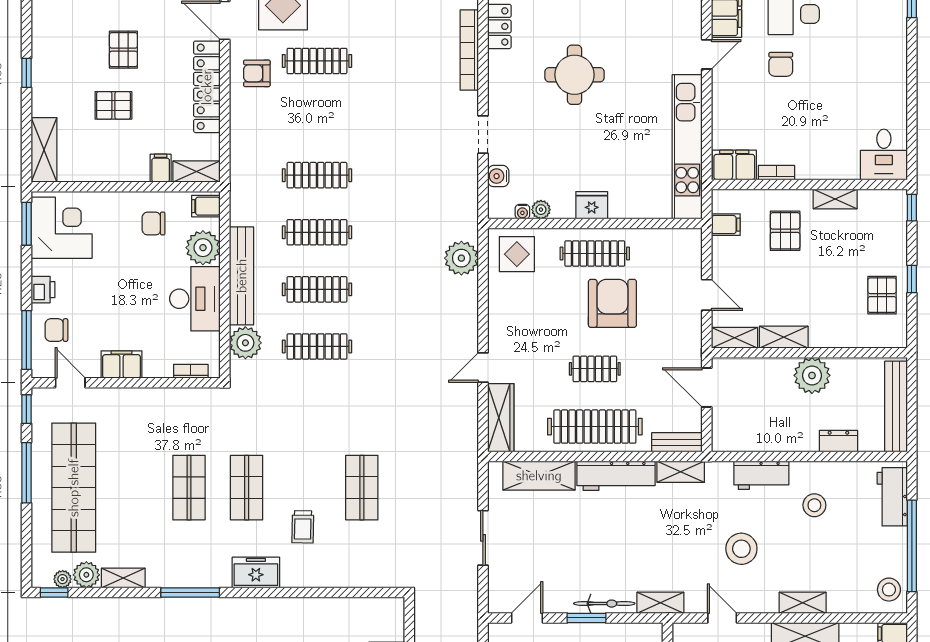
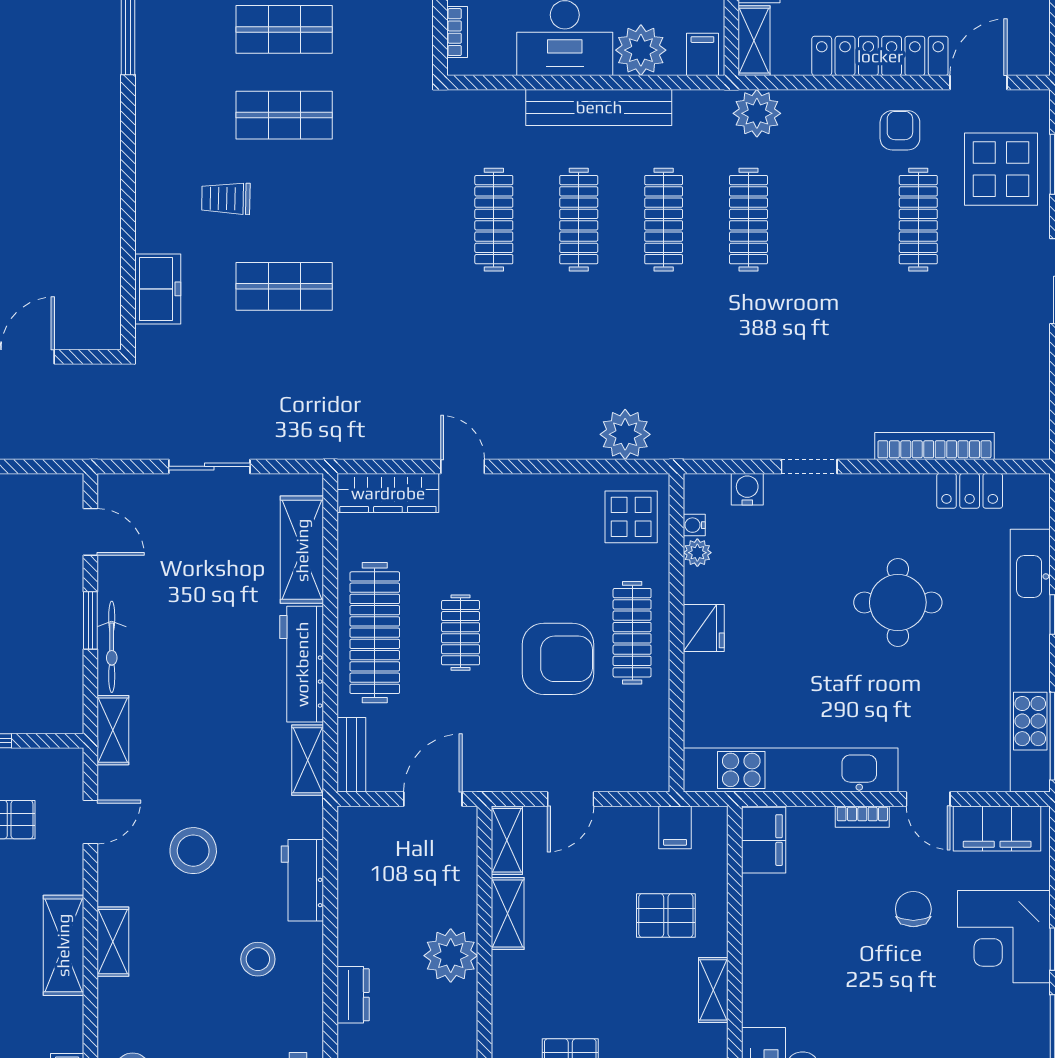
chair: (781, 64) -> (913, 909), turned 90
bookcase: (776, 173) -> (862, 817), moved, turned 90
plant: (245, 343) -> (757, 113), moved
freezer: (256, 573) -> (158, 289), moved

